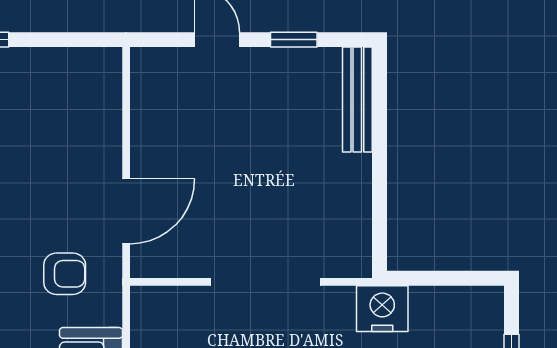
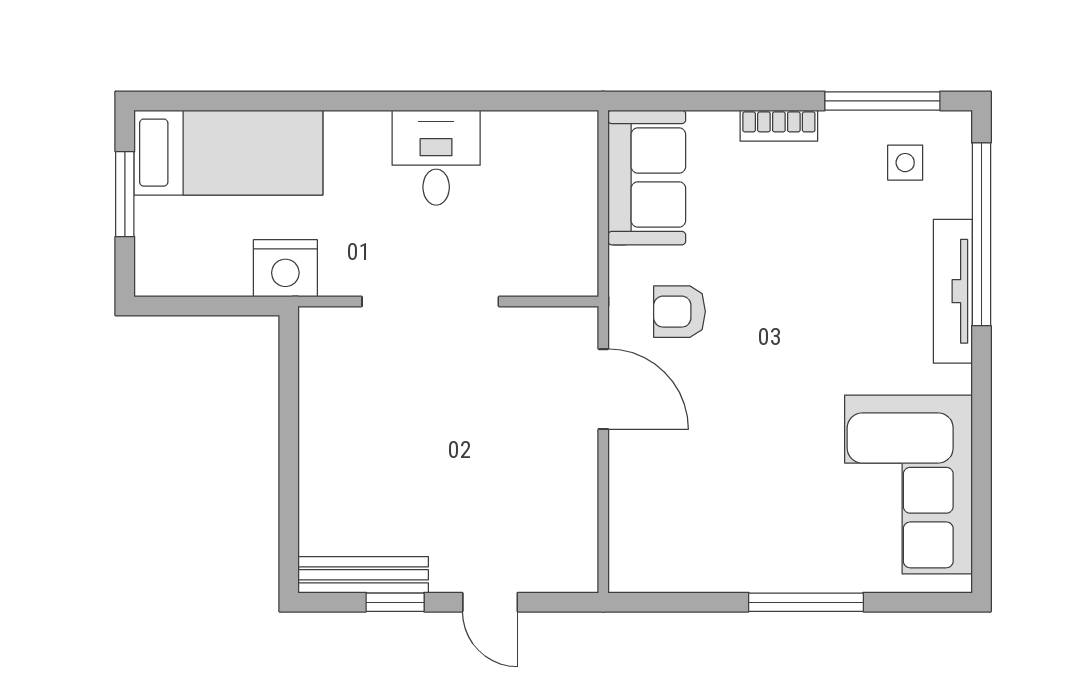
bench: (357, 100) -> (363, 575), moved, turned 90
door: (126, 211) -> (603, 389), swing flipped

